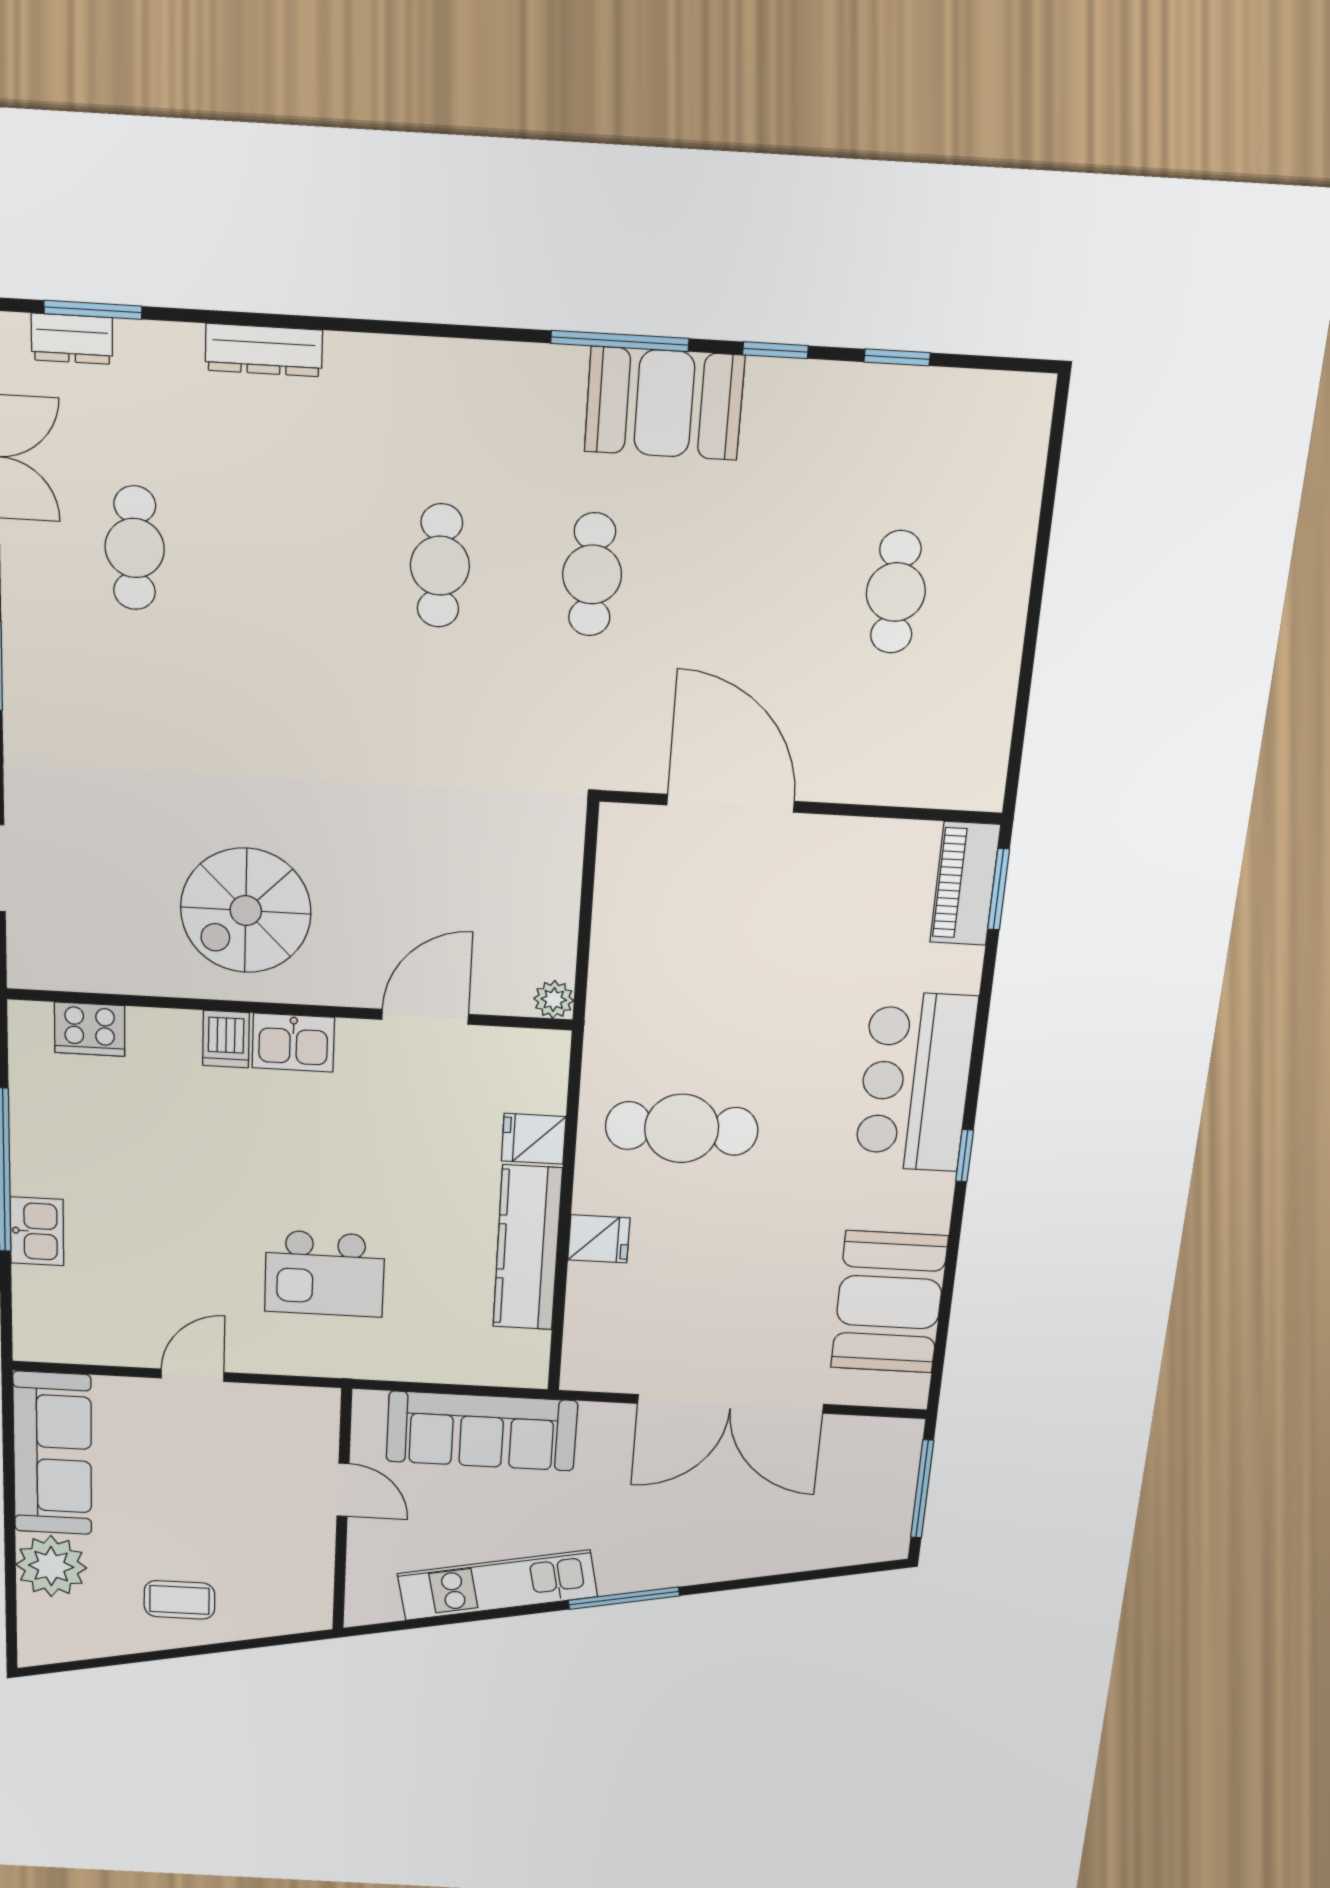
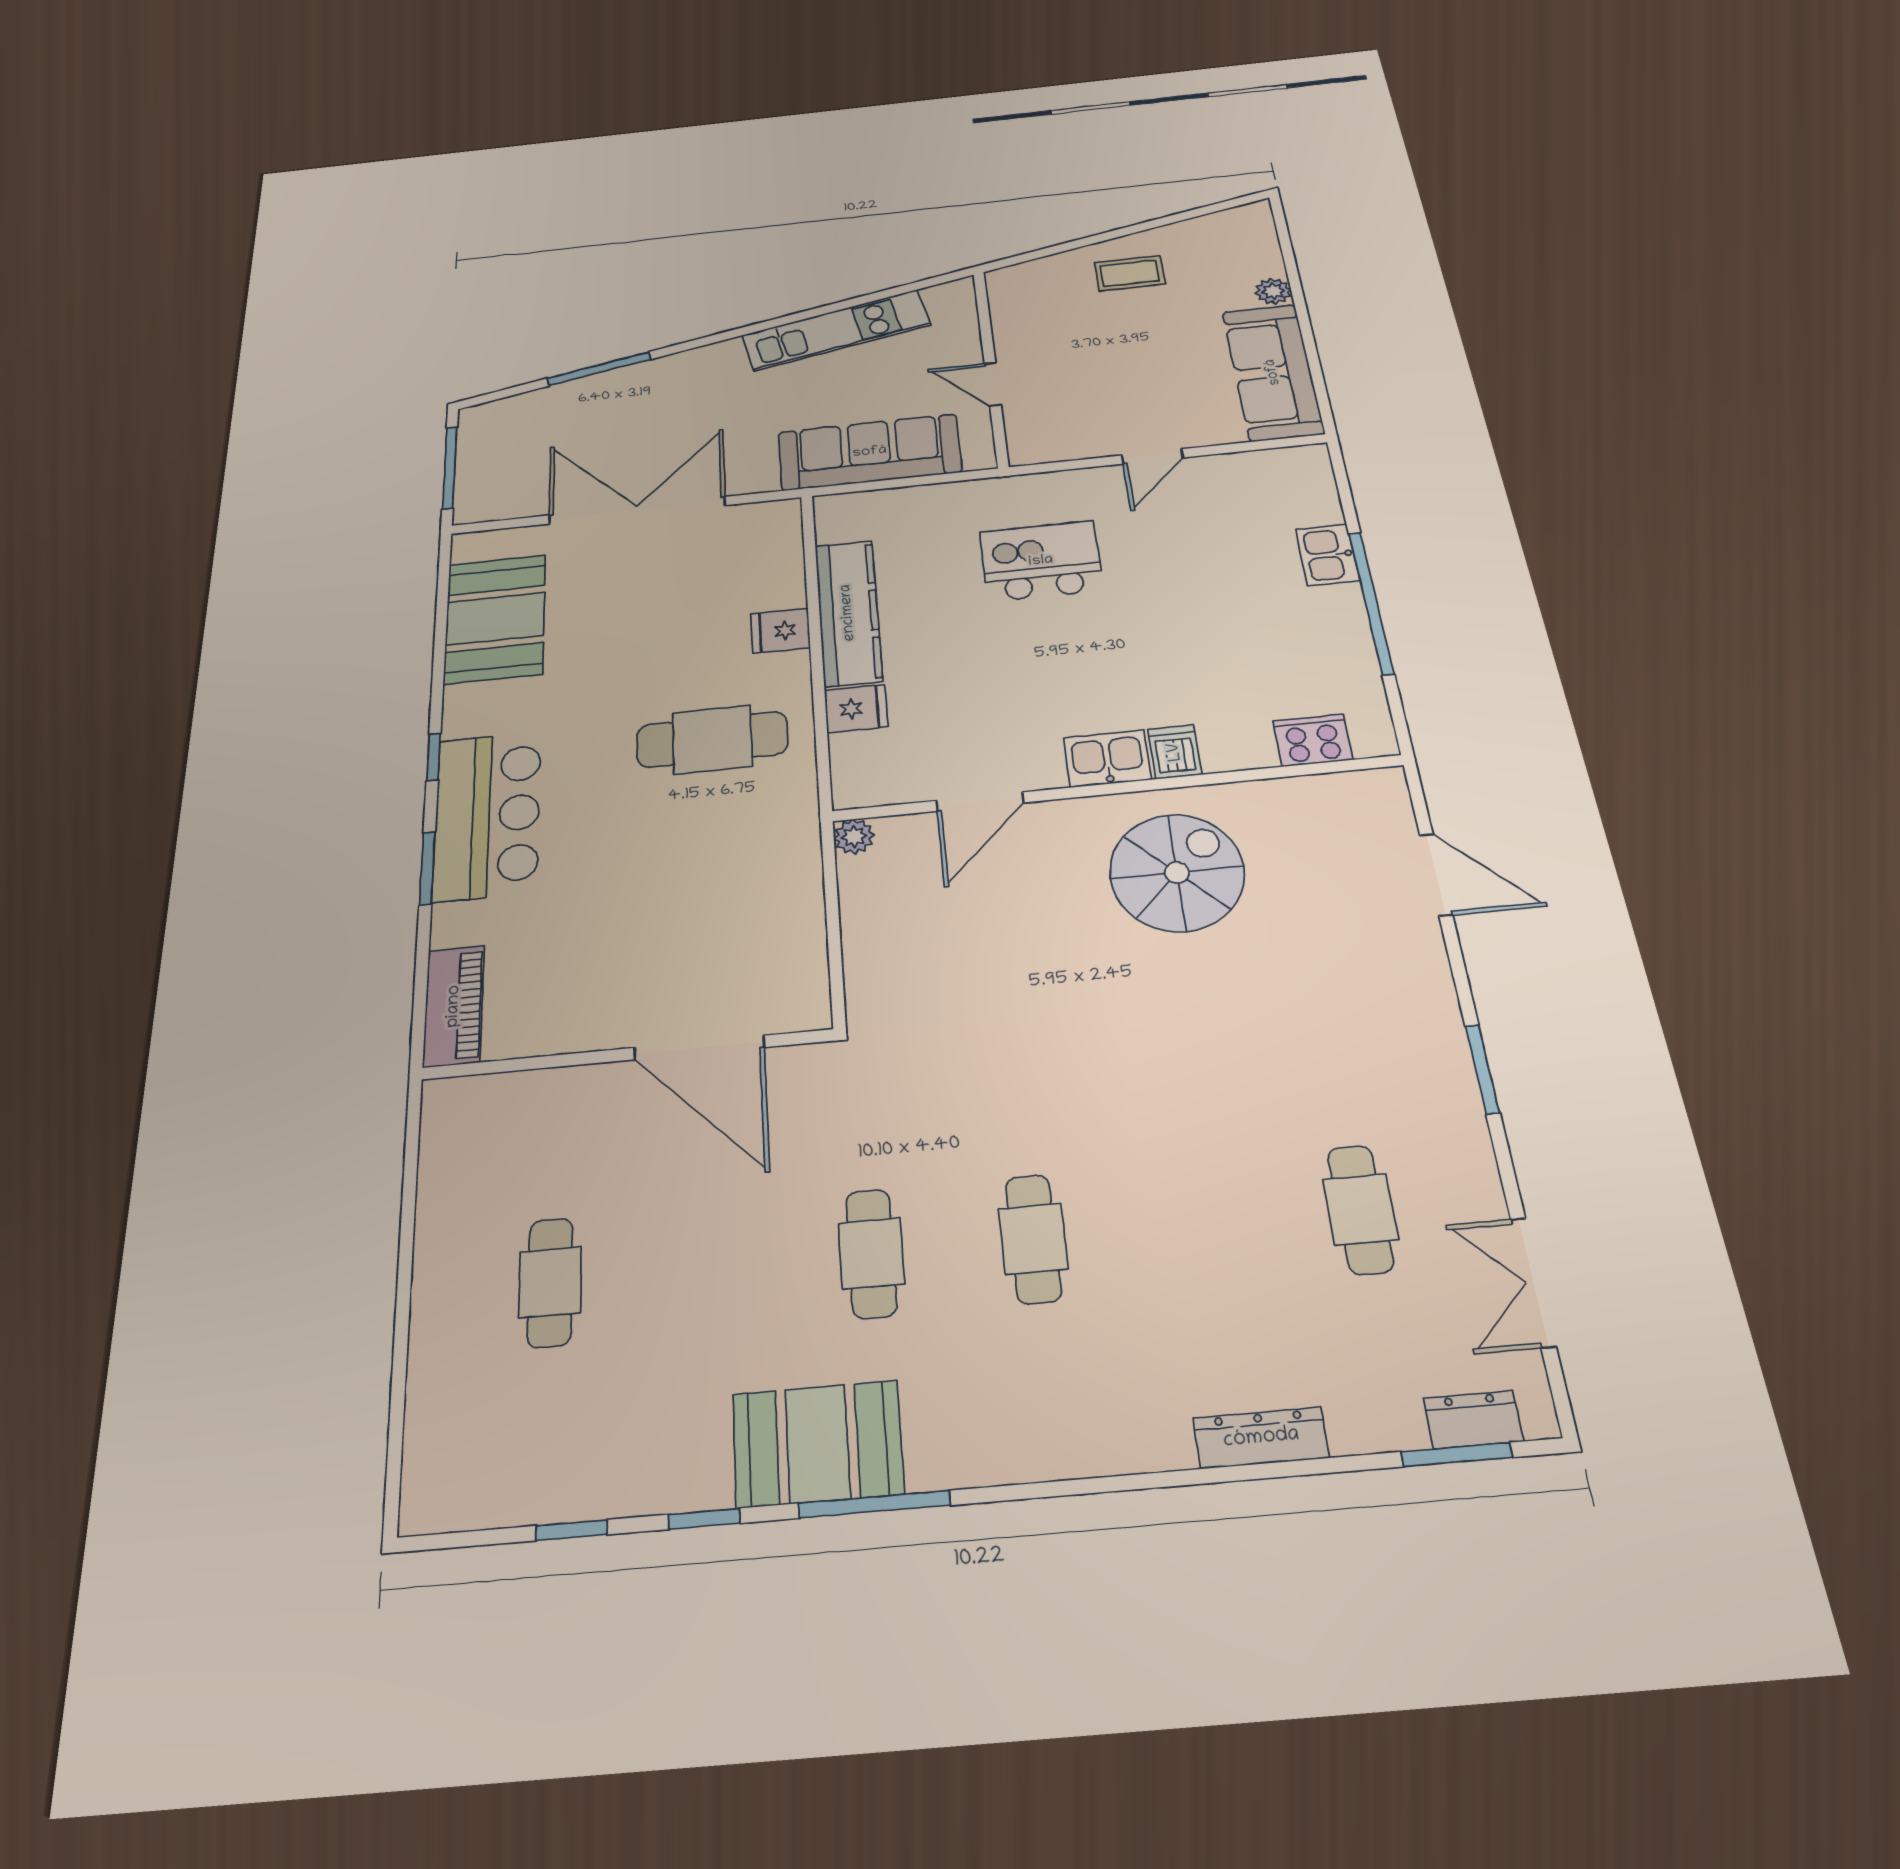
window: (999, 889) -> (427, 868), moved
plant: (51, 1566) -> (1273, 291), width x0.53, depth x0.53
window: (624, 1598) -> (599, 369), moved

